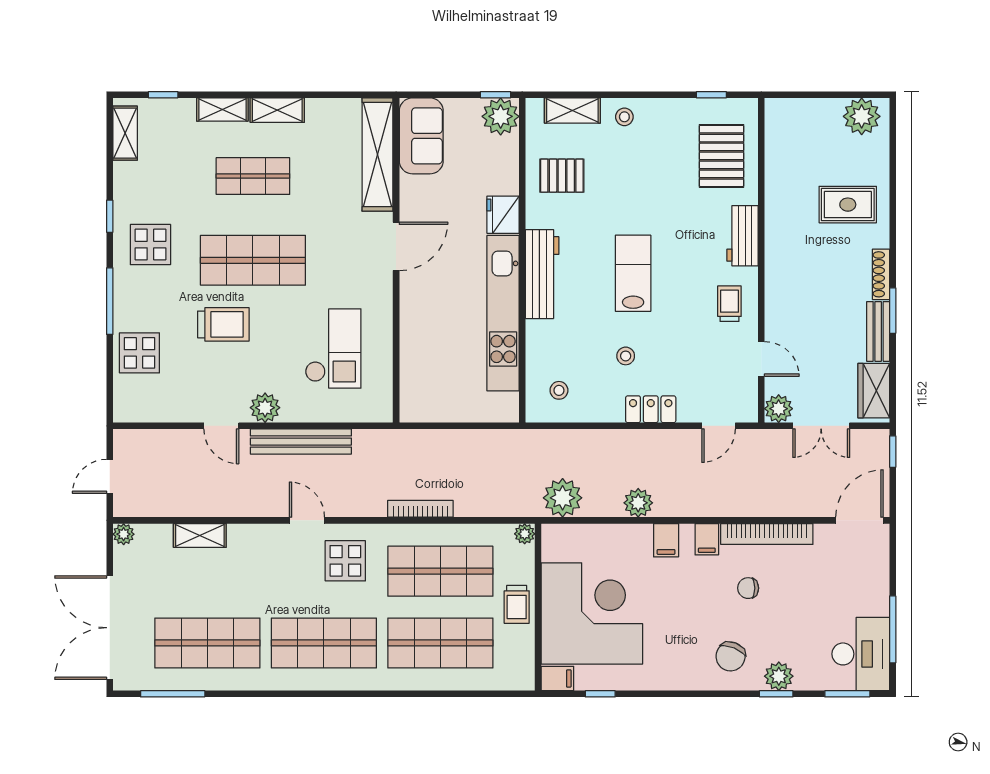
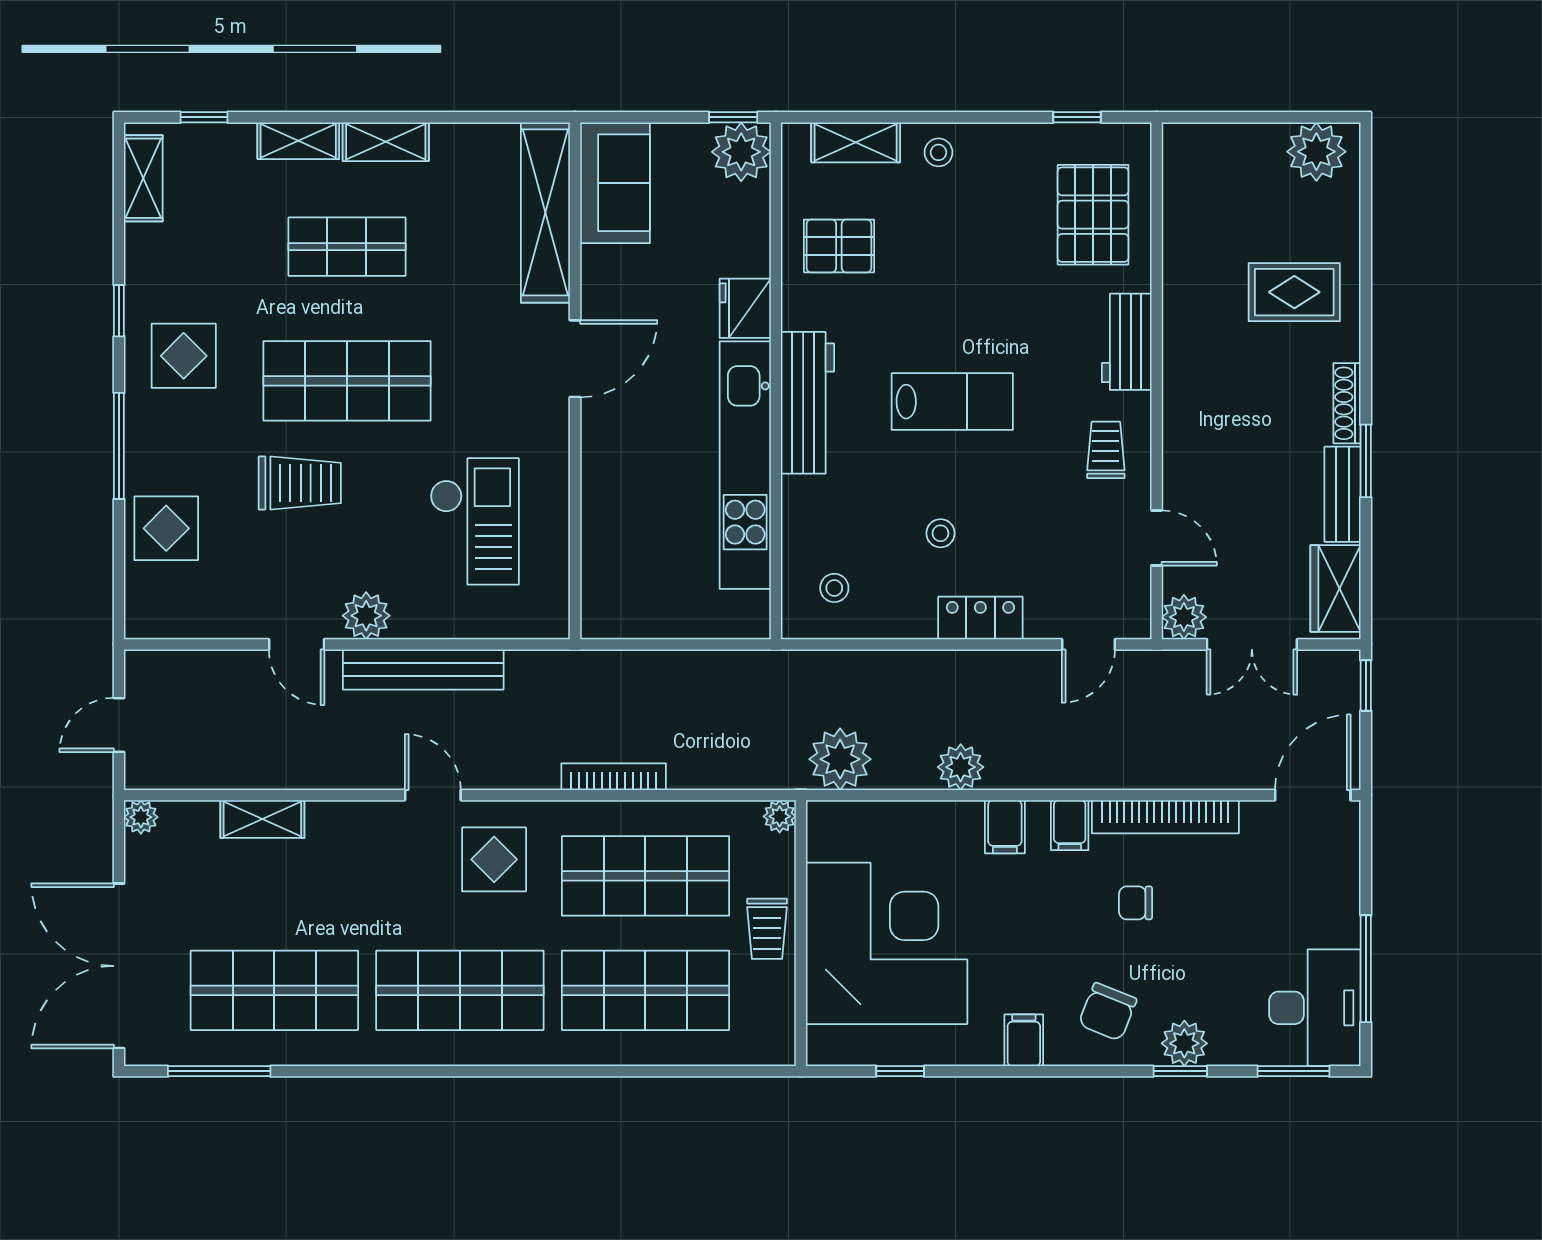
lab bench: (633, 273) -> (952, 402), turned 90
filing cabinet: (557, 678) -> (1024, 1040), moved, turned -90

